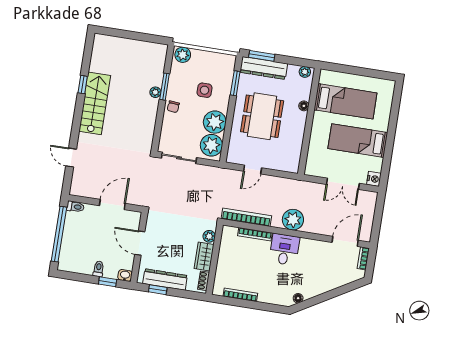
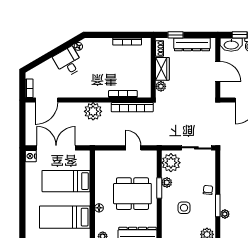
window: (235, 83) -> (159, 188), moved
plant: (155, 92) -> (225, 214), moved
dining table: (262, 116) -> (132, 194), turned 90
plant: (215, 122) -> (167, 182), width x0.53, depth x0.53
bed: (358, 141) -> (66, 181), moved, turned 180
door: (253, 169) -> (133, 148), hinge flipped
double door: (343, 184) -> (56, 148), width x1.37
desk: (284, 249) -> (68, 62), moved, turned 150
washbasin: (125, 275) -> (231, 45), width x1.91, depth x1.45
window: (158, 290) -> (175, 35), moved

